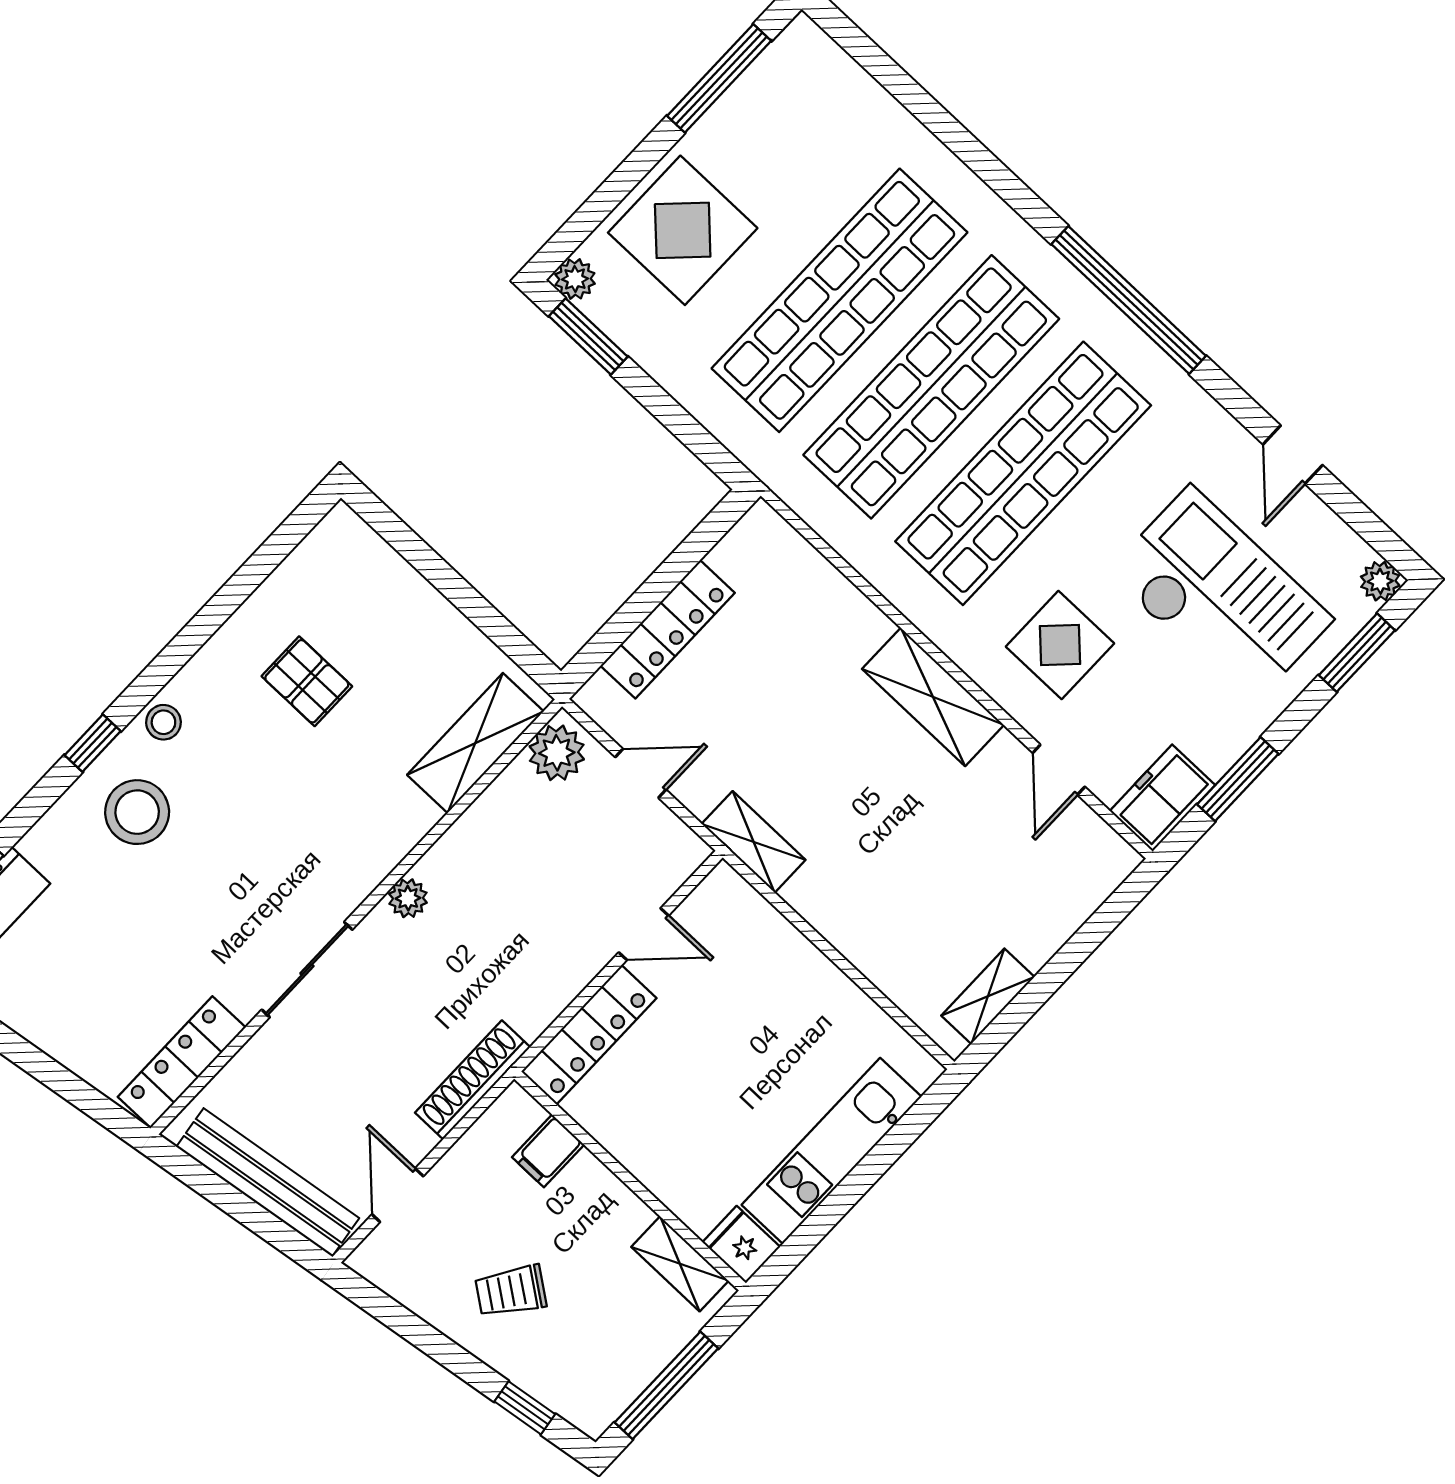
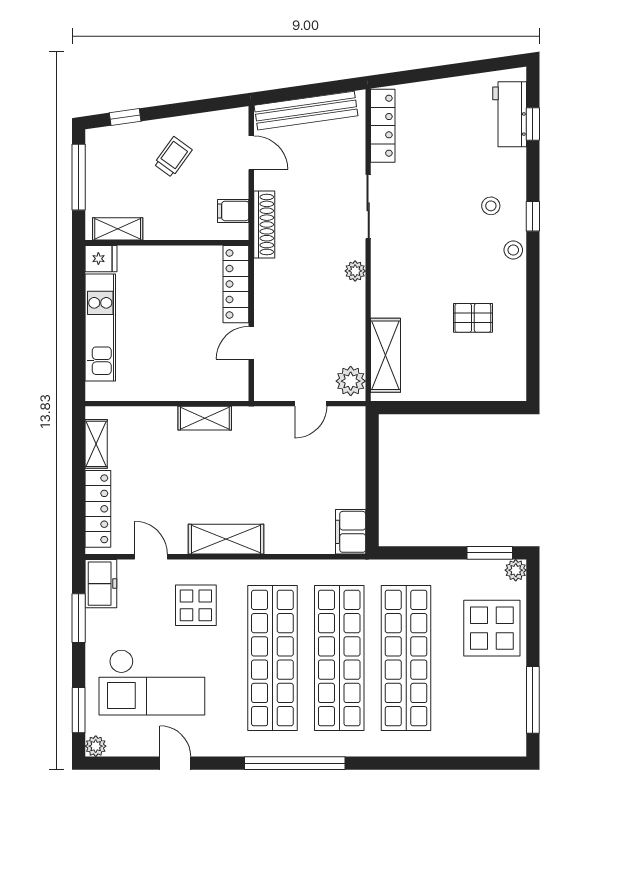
filing cabinet: (752, 546) -> (351, 532), added
locker: (668, 629) -> (98, 509), moved, turned 180
stool: (137, 812) -> (491, 206), width x0.53, depth x0.53
shelving: (754, 842) -> (205, 418), moved
filing cabinet: (548, 1151) -> (233, 211), moved, turned -90

